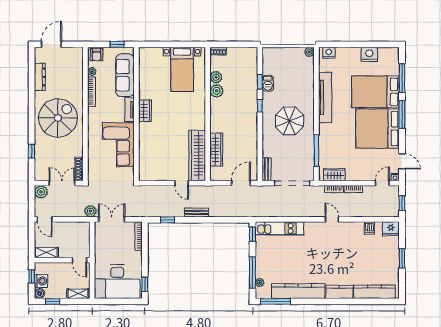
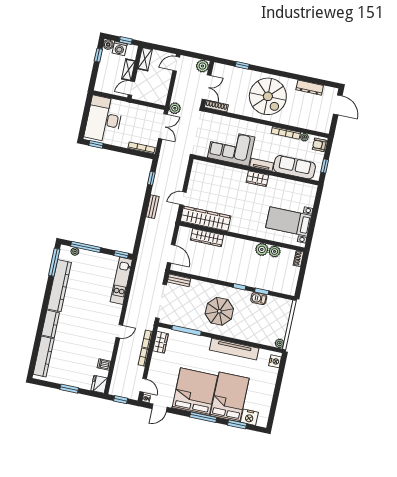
nightstand: (369, 54) -> (249, 417), moved, turned 90
window: (402, 78) -> (237, 424), width x0.69
shelving: (78, 294) -> (128, 70), moved

